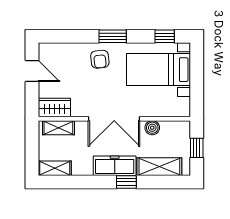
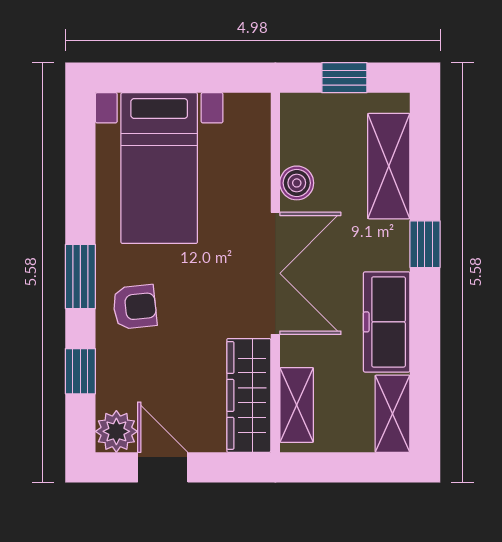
window: (165, 36) -> (80, 371), moved
plant: (47, 52) -> (116, 431), added
door: (32, 71) -> (163, 467), hinge flipped
wardrobe: (54, 107) -> (249, 395), width x1.50
freezer: (115, 166) -> (387, 322), moved

